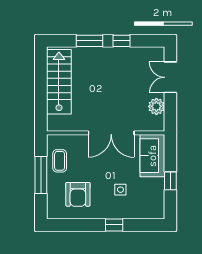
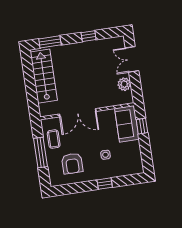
window: (90, 41) -> (50, 42), moved
double door: (111, 133) -> (78, 113), moved
window: (170, 181) -> (142, 126), moved

